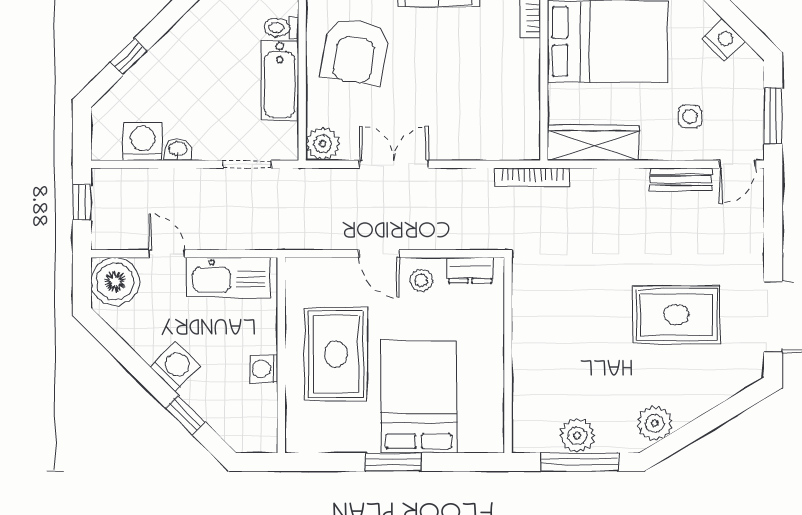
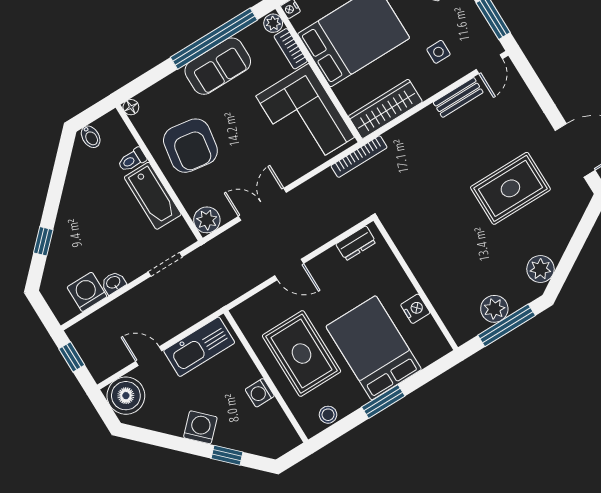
corner sofa: (500, 97) -> (305, 117), added
stool: (421, 280) -> (328, 415), moved
nightstand: (491, 382) -> (415, 309), added

